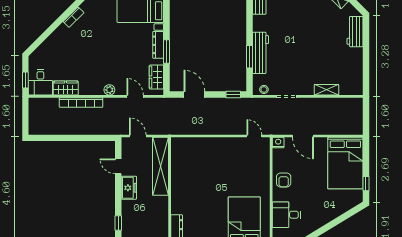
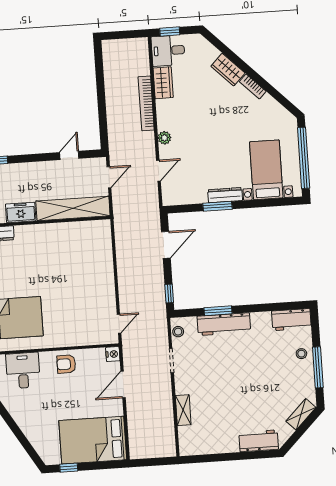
wardrobe: (156, 77) -> (228, 70), moved, turned -135
freezer: (129, 188) -> (21, 212), moved, turned 180

